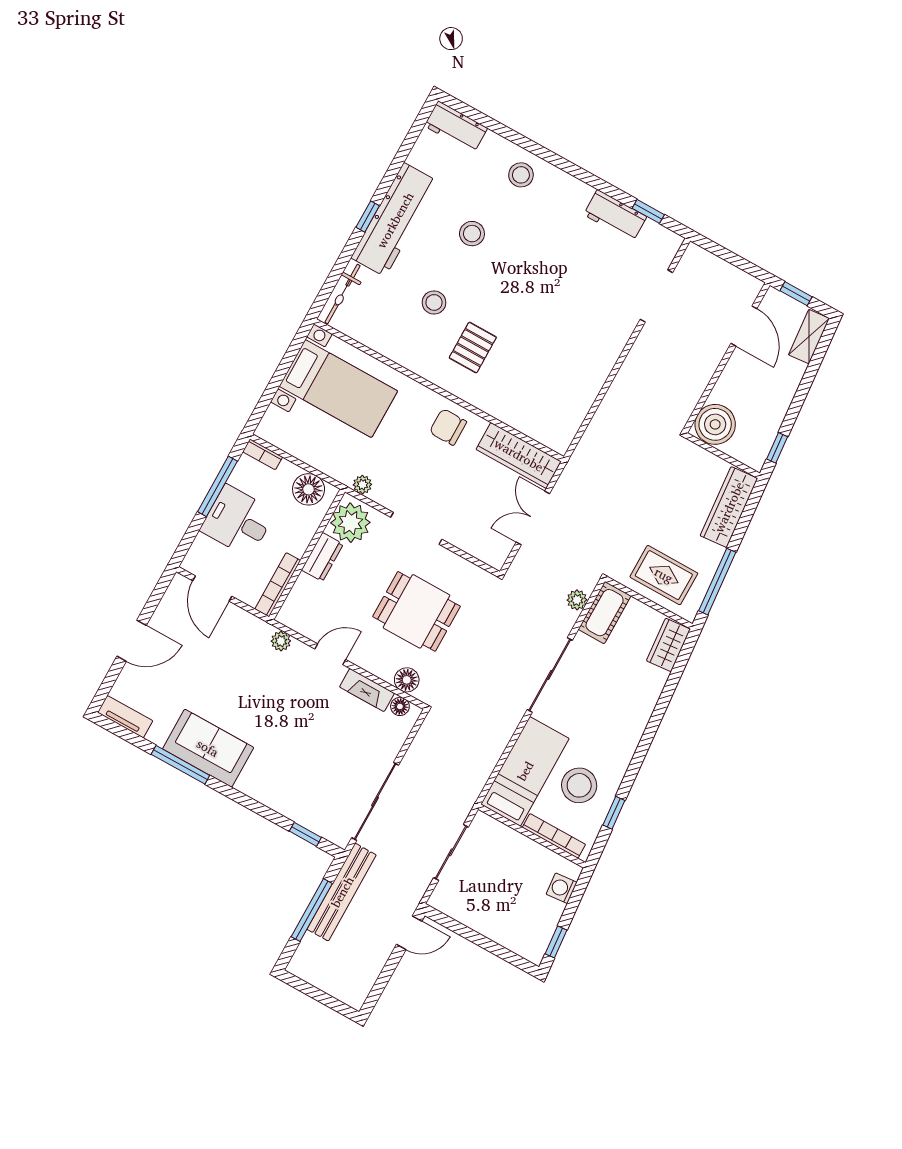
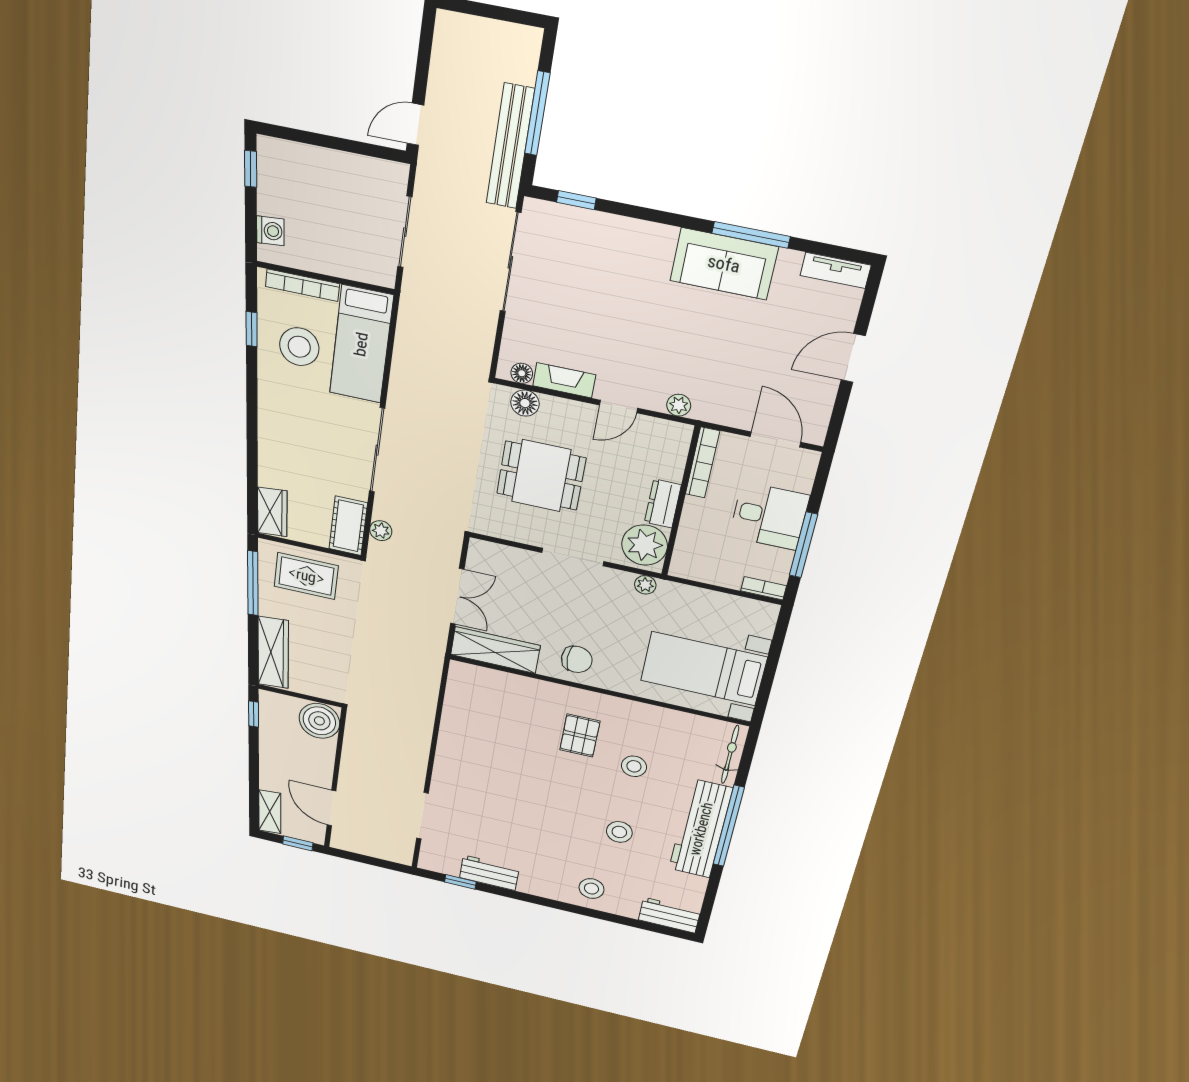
window: (368, 217) -> (729, 826), width x3.17
floor lamp: (309, 489) -> (702, 566), removed

